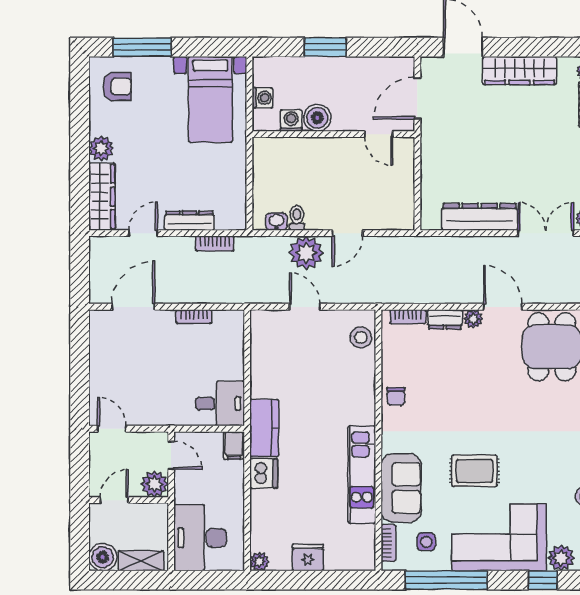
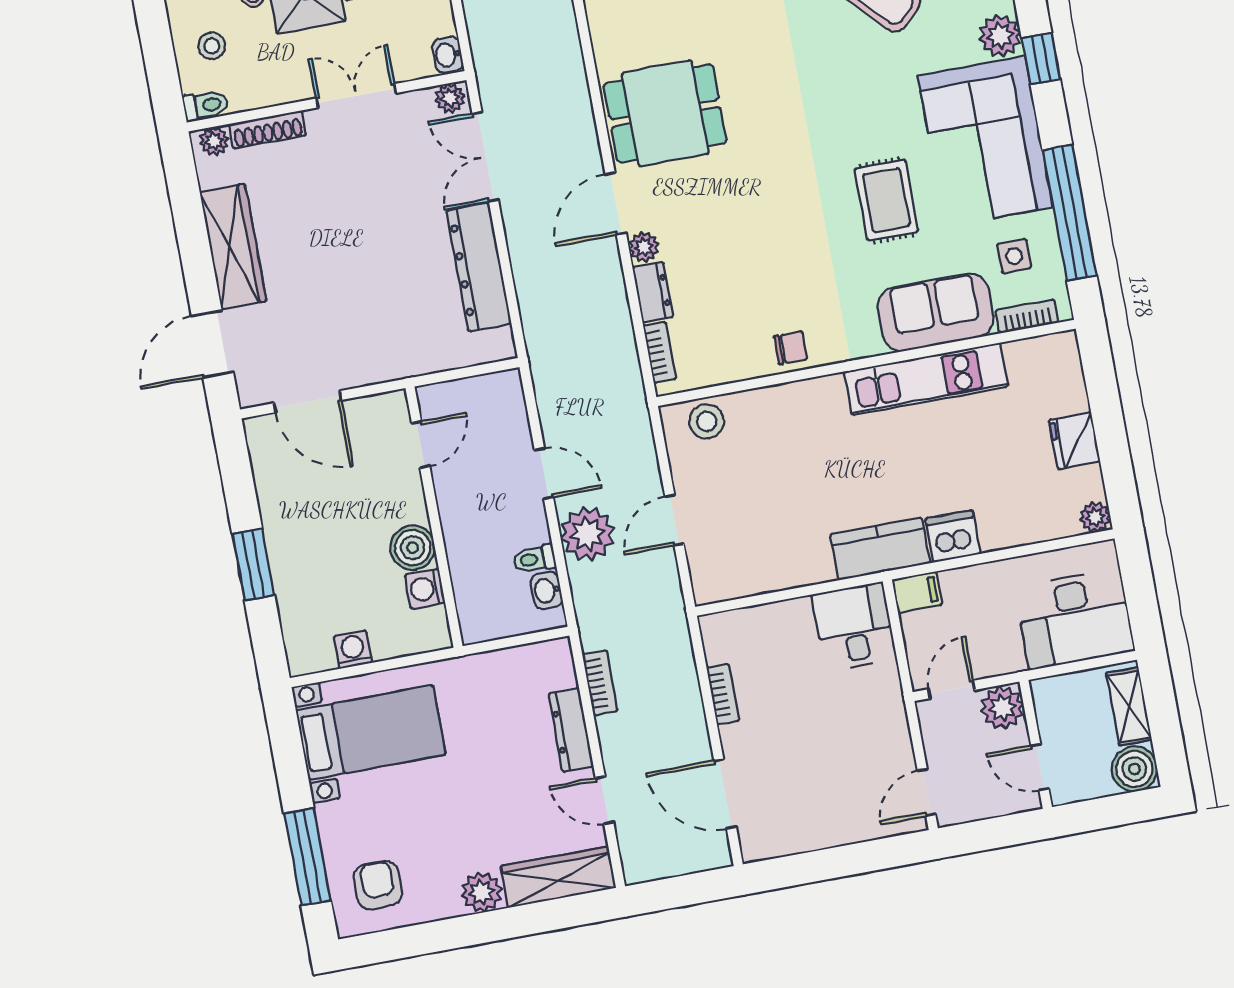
boiler: (317, 118) -> (413, 548), moved
washing machine: (291, 121) -> (425, 589), moved
wall: (333, 134) -> (434, 517), moved
door: (379, 134) -> (421, 445), moved

